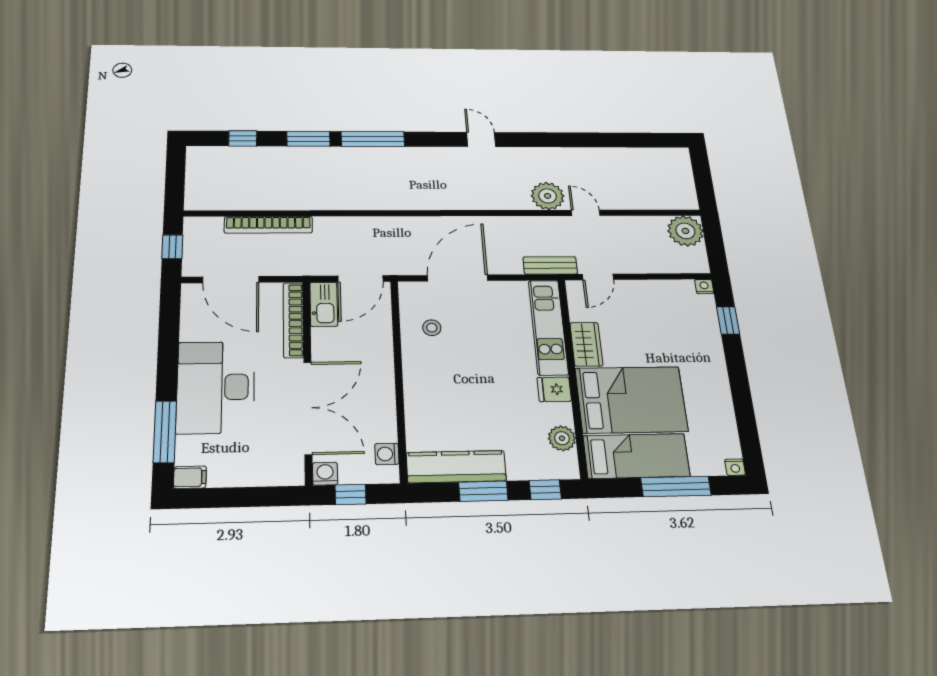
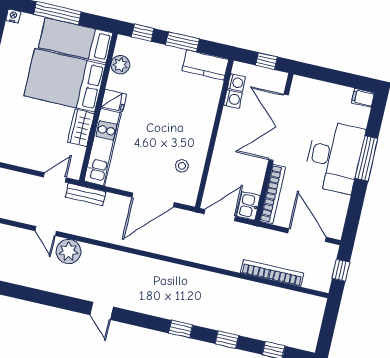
window: (308, 139) -> (227, 340), width x0.67
window: (373, 139) -> (181, 329), width x0.46
kitchen sink: (324, 304) -> (248, 206), width x0.73
window: (165, 432) -> (366, 158), moved
kitchen counter: (456, 467) -> (205, 65), width x0.67
washing machine: (325, 474) -> (233, 99), moved, turned -90

